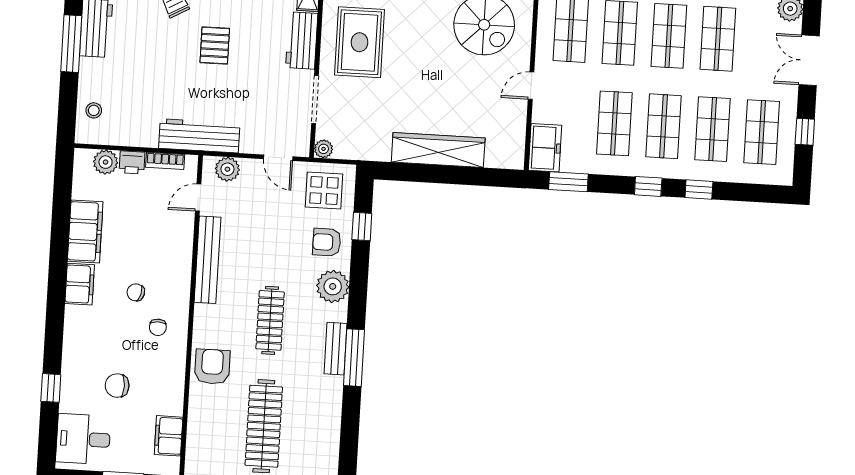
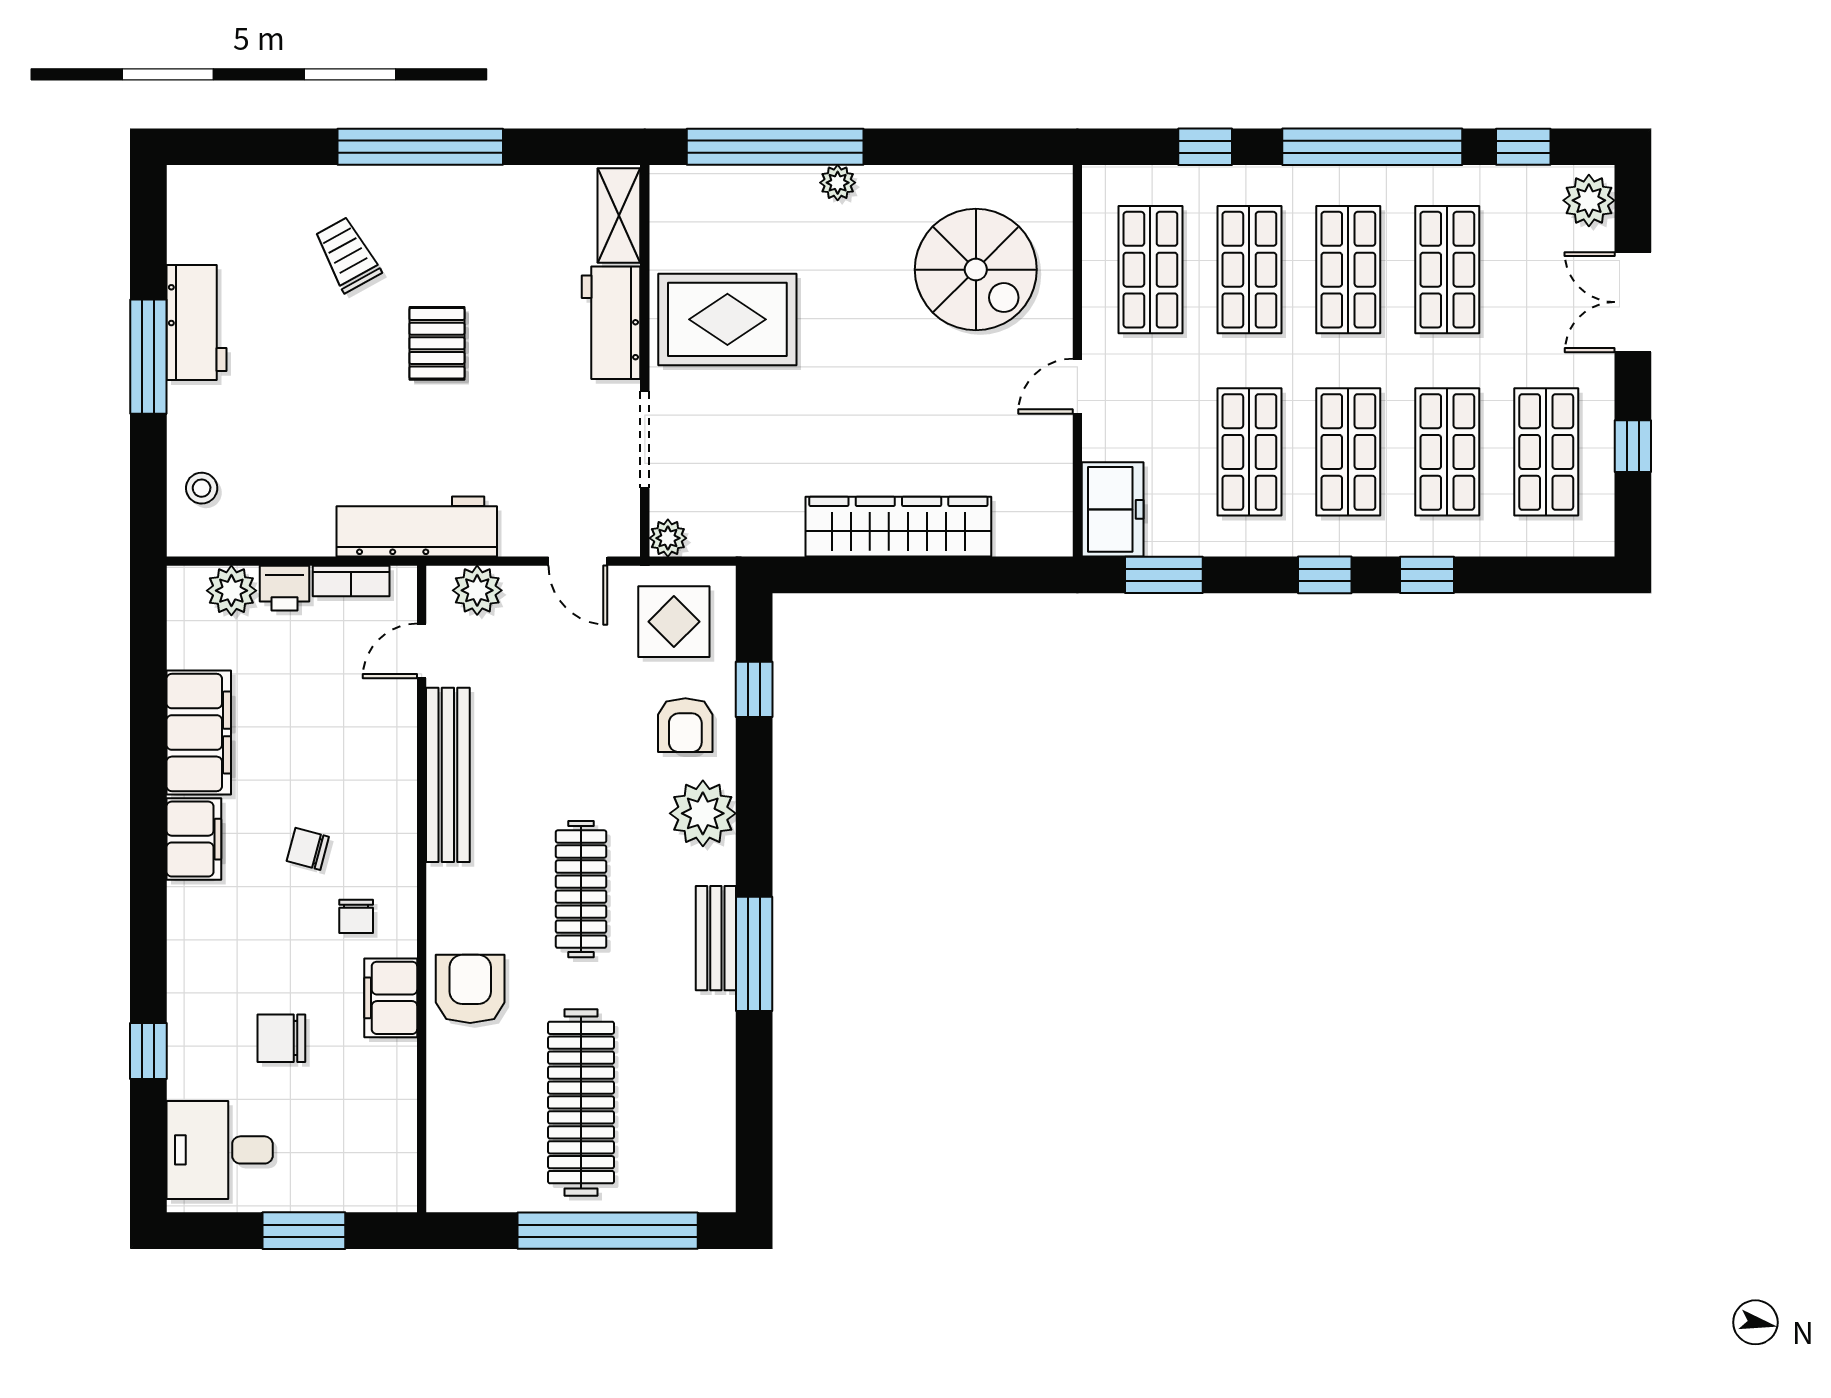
rug: (359, 42) -> (727, 319), turned 90
armchair: (327, 242) -> (685, 725), turned -90
filing cabinet: (169, 436) -> (391, 998), moved

